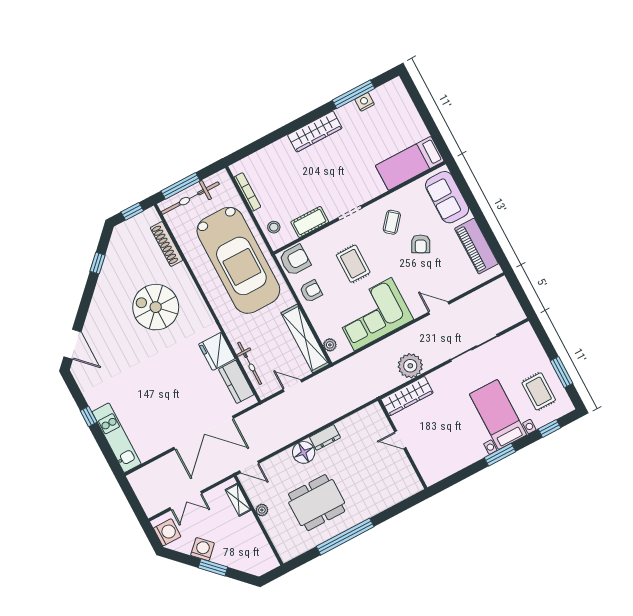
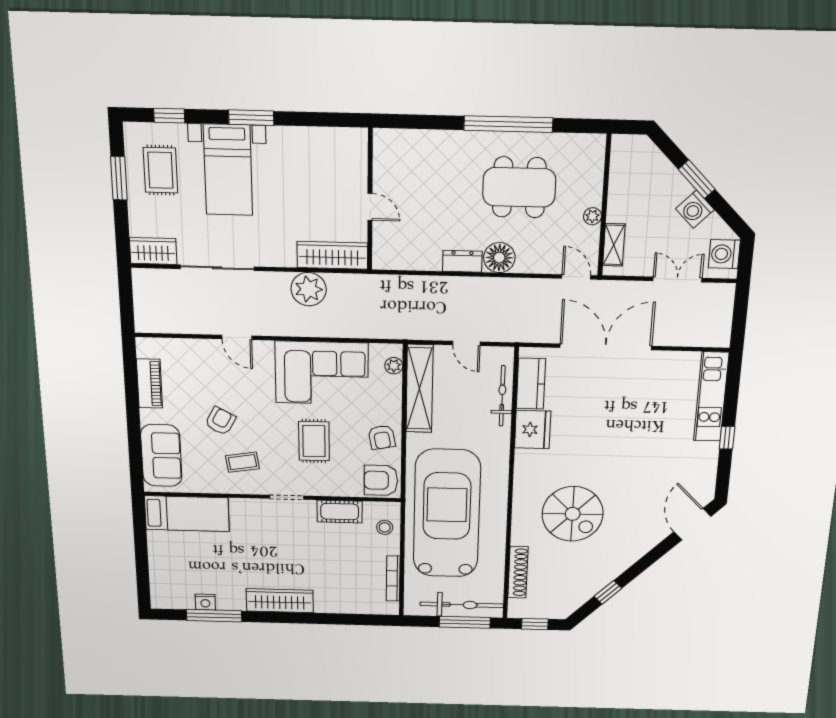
coffee table: (392, 222) -> (242, 462), turned 41
piano: (476, 246) -> (149, 384), width x0.73, depth x0.75
armchair: (311, 291) -> (382, 437), turned -101
wardrobe: (519, 337) -> (153, 251), added

